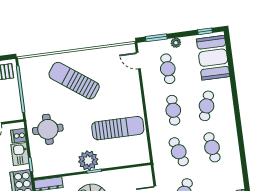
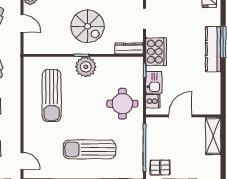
sun lounger: (74, 81) -> (89, 149), turned 144
sun lounger: (118, 128) -> (52, 96), turned -90

